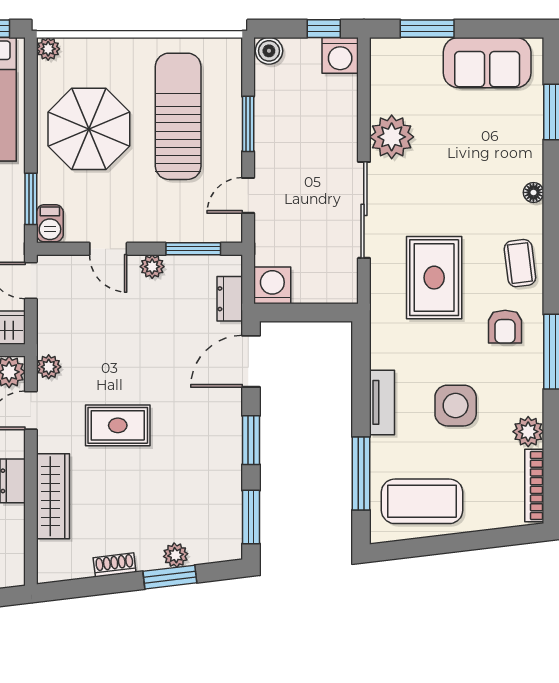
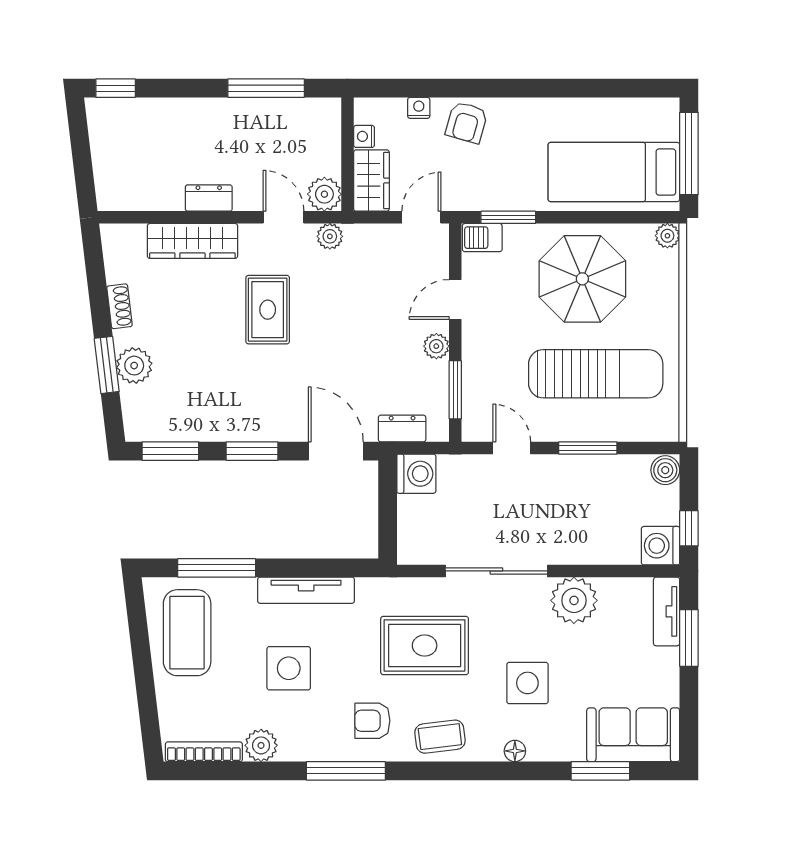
tv unit: (402, 50) -> (667, 611), added
sofa: (487, 63) -> (633, 735), moved, turned 90
side table: (469, 181) -> (527, 683), added
tv unit: (382, 402) -> (306, 590), width x1.41
plant: (176, 555) -> (134, 366), width x1.38, depth x1.38

